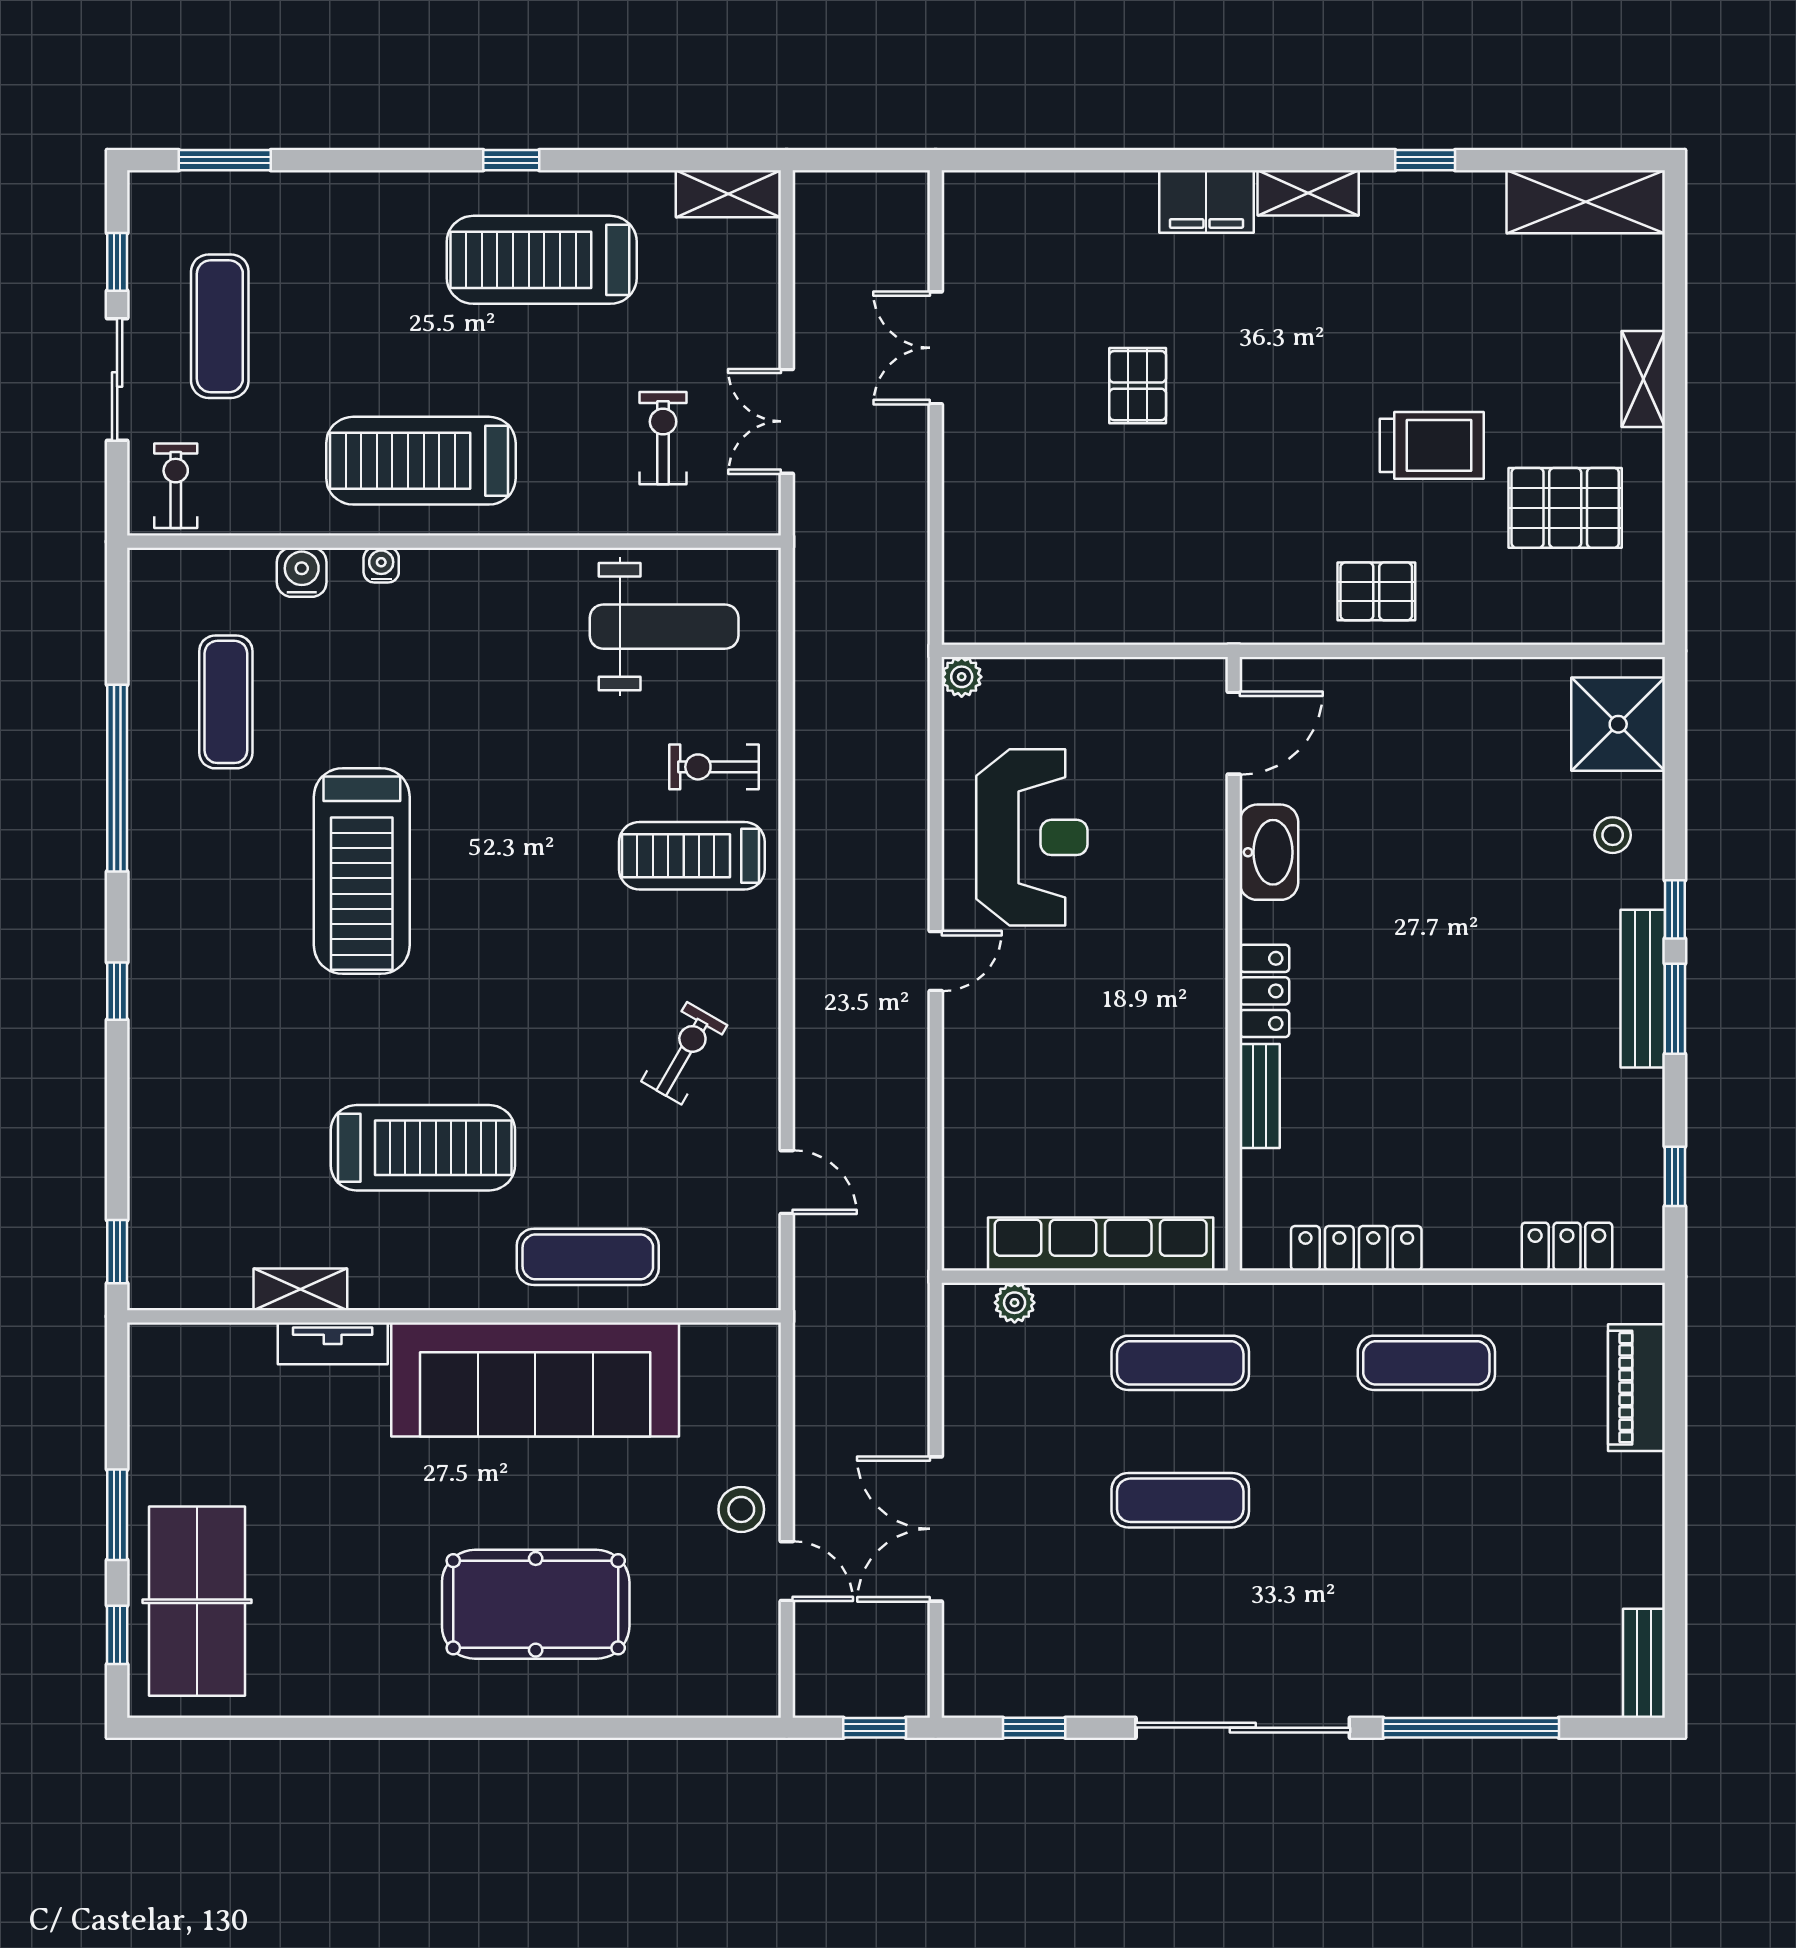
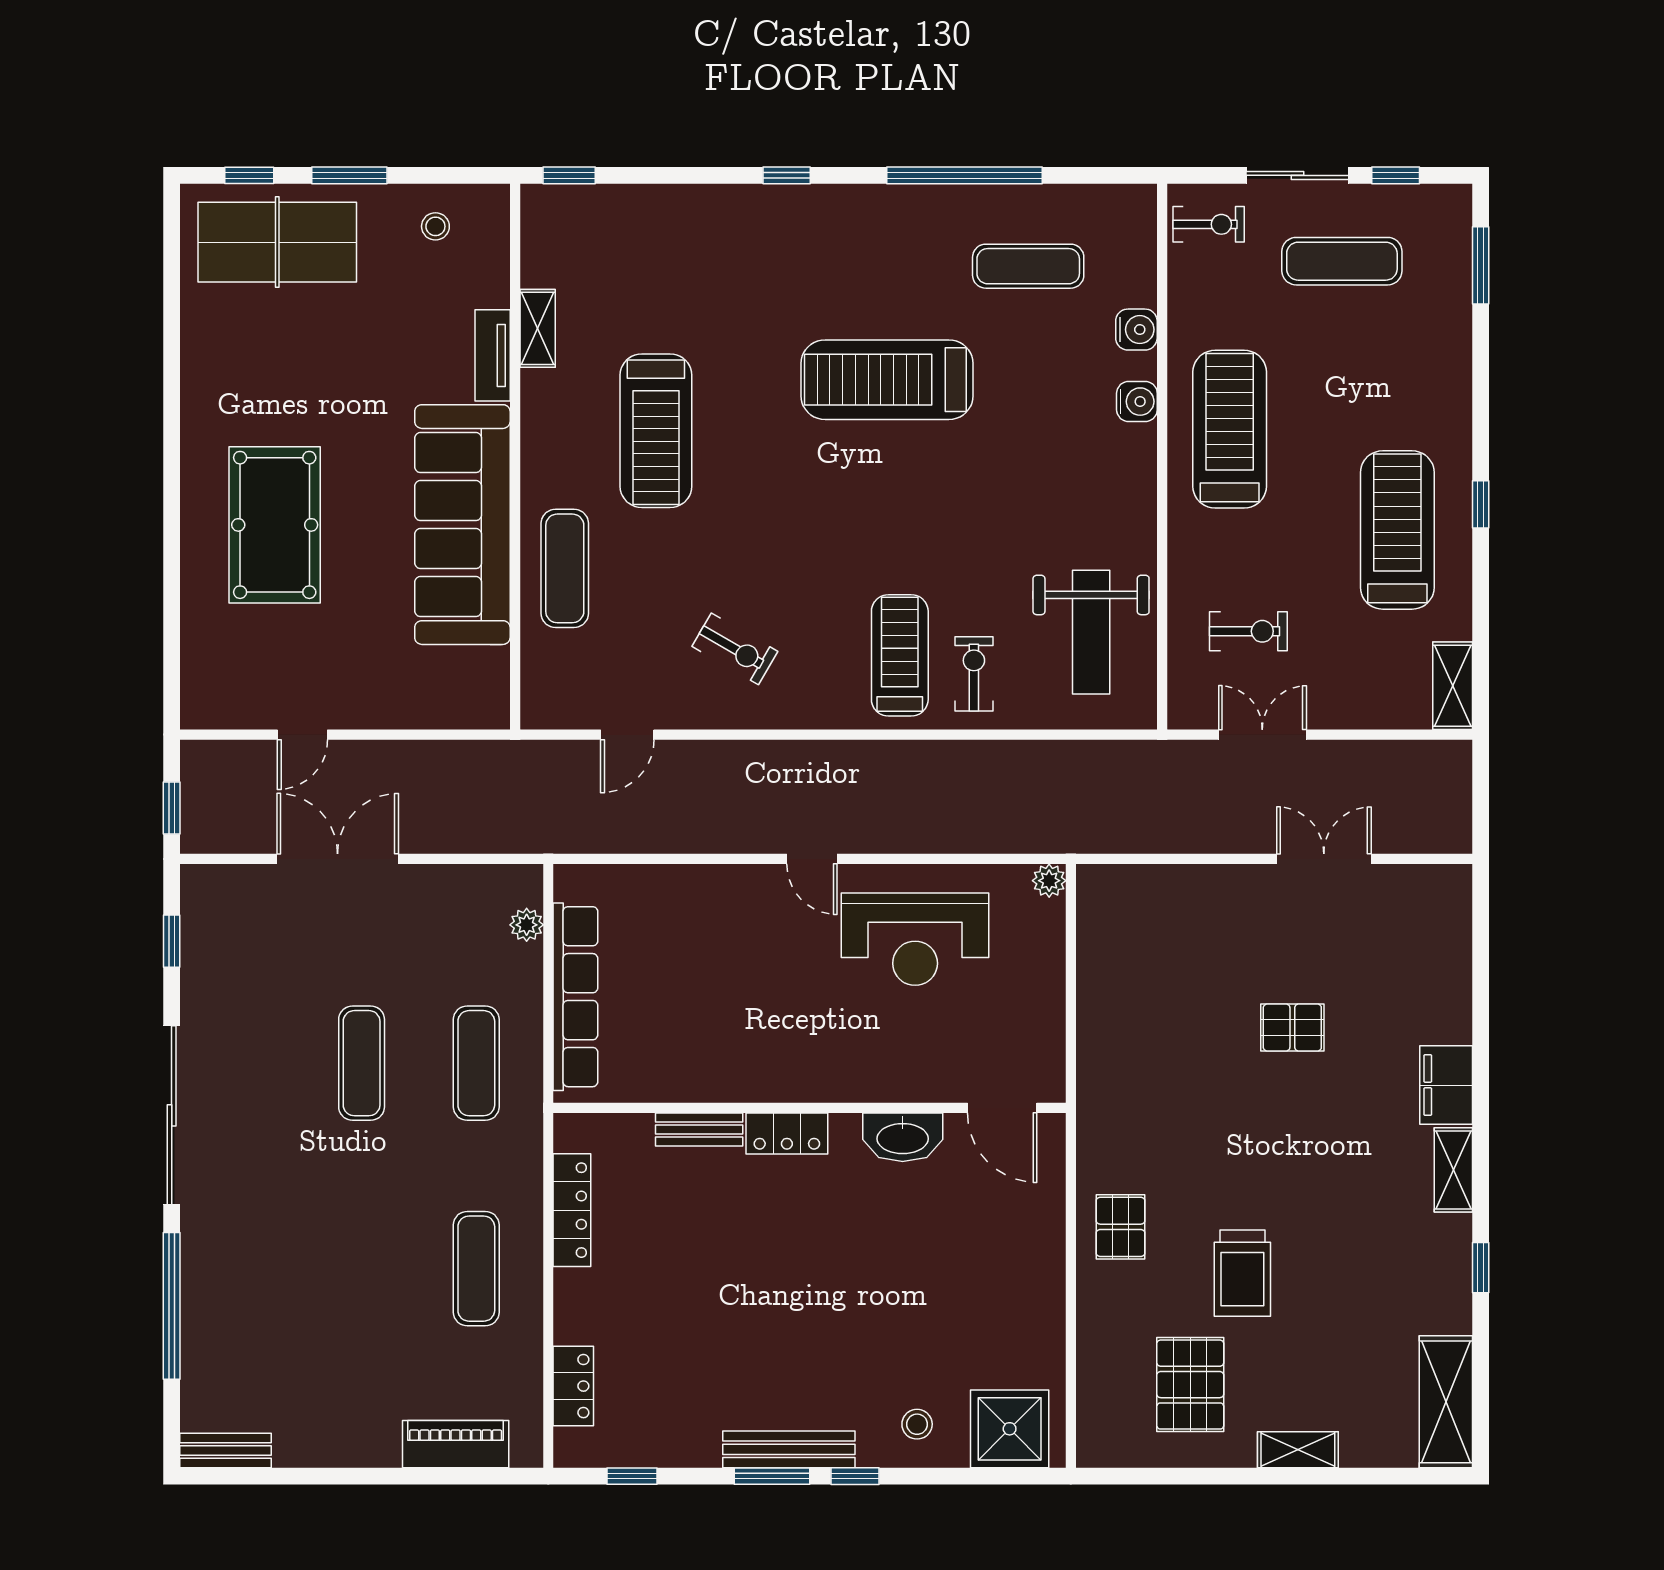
water cooler: (381, 565) -> (1137, 402), width x1.38, depth x1.38
stool: (741, 1509) -> (435, 226), moved, width x0.73, depth x0.73

